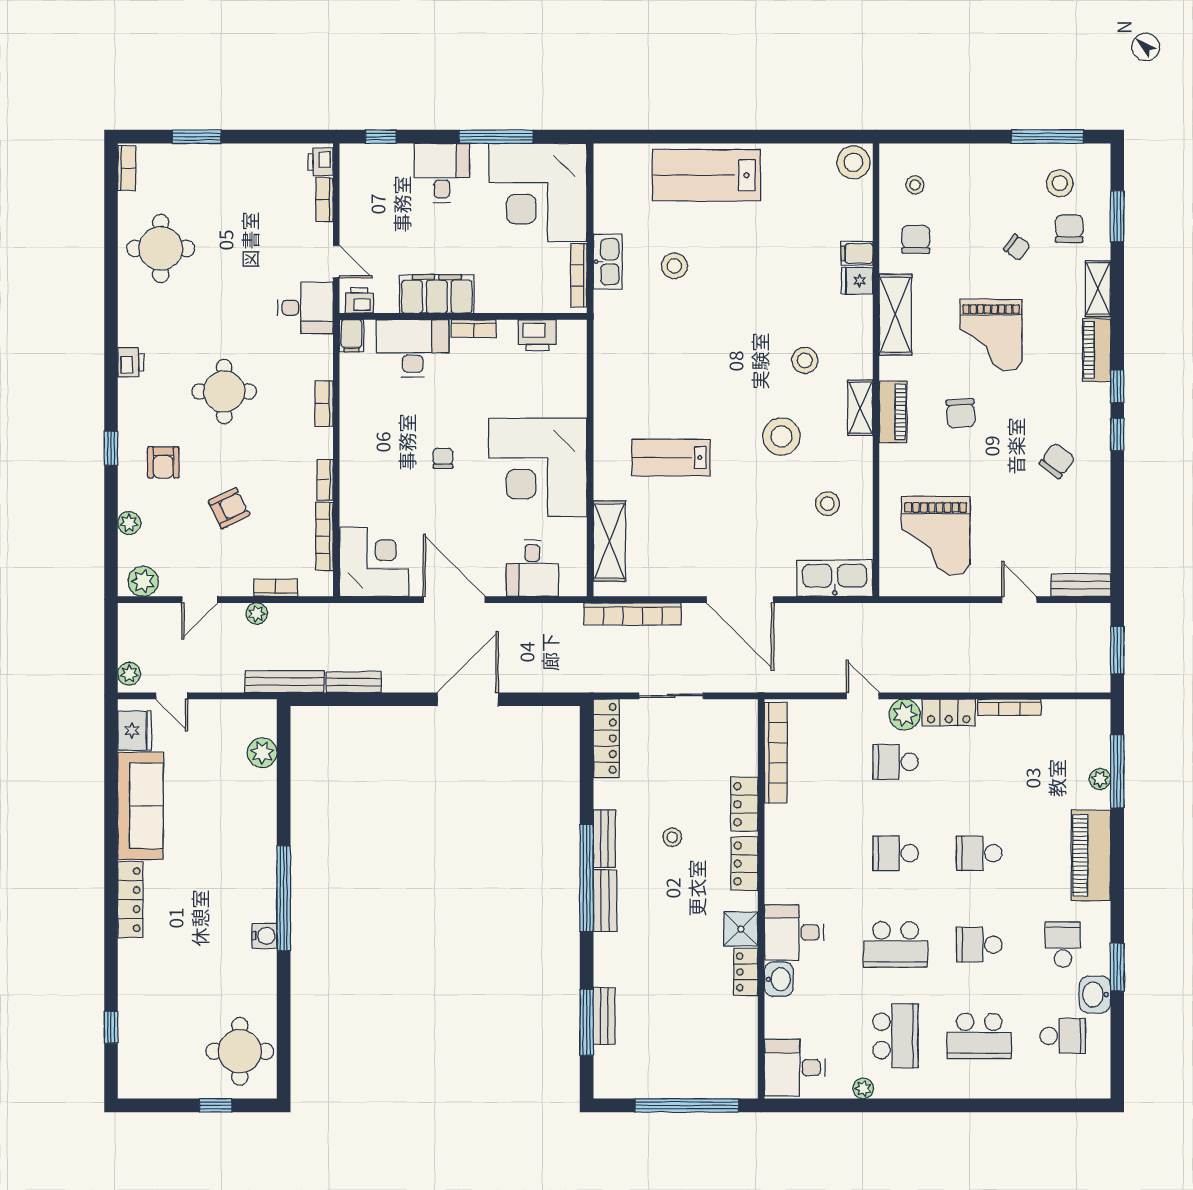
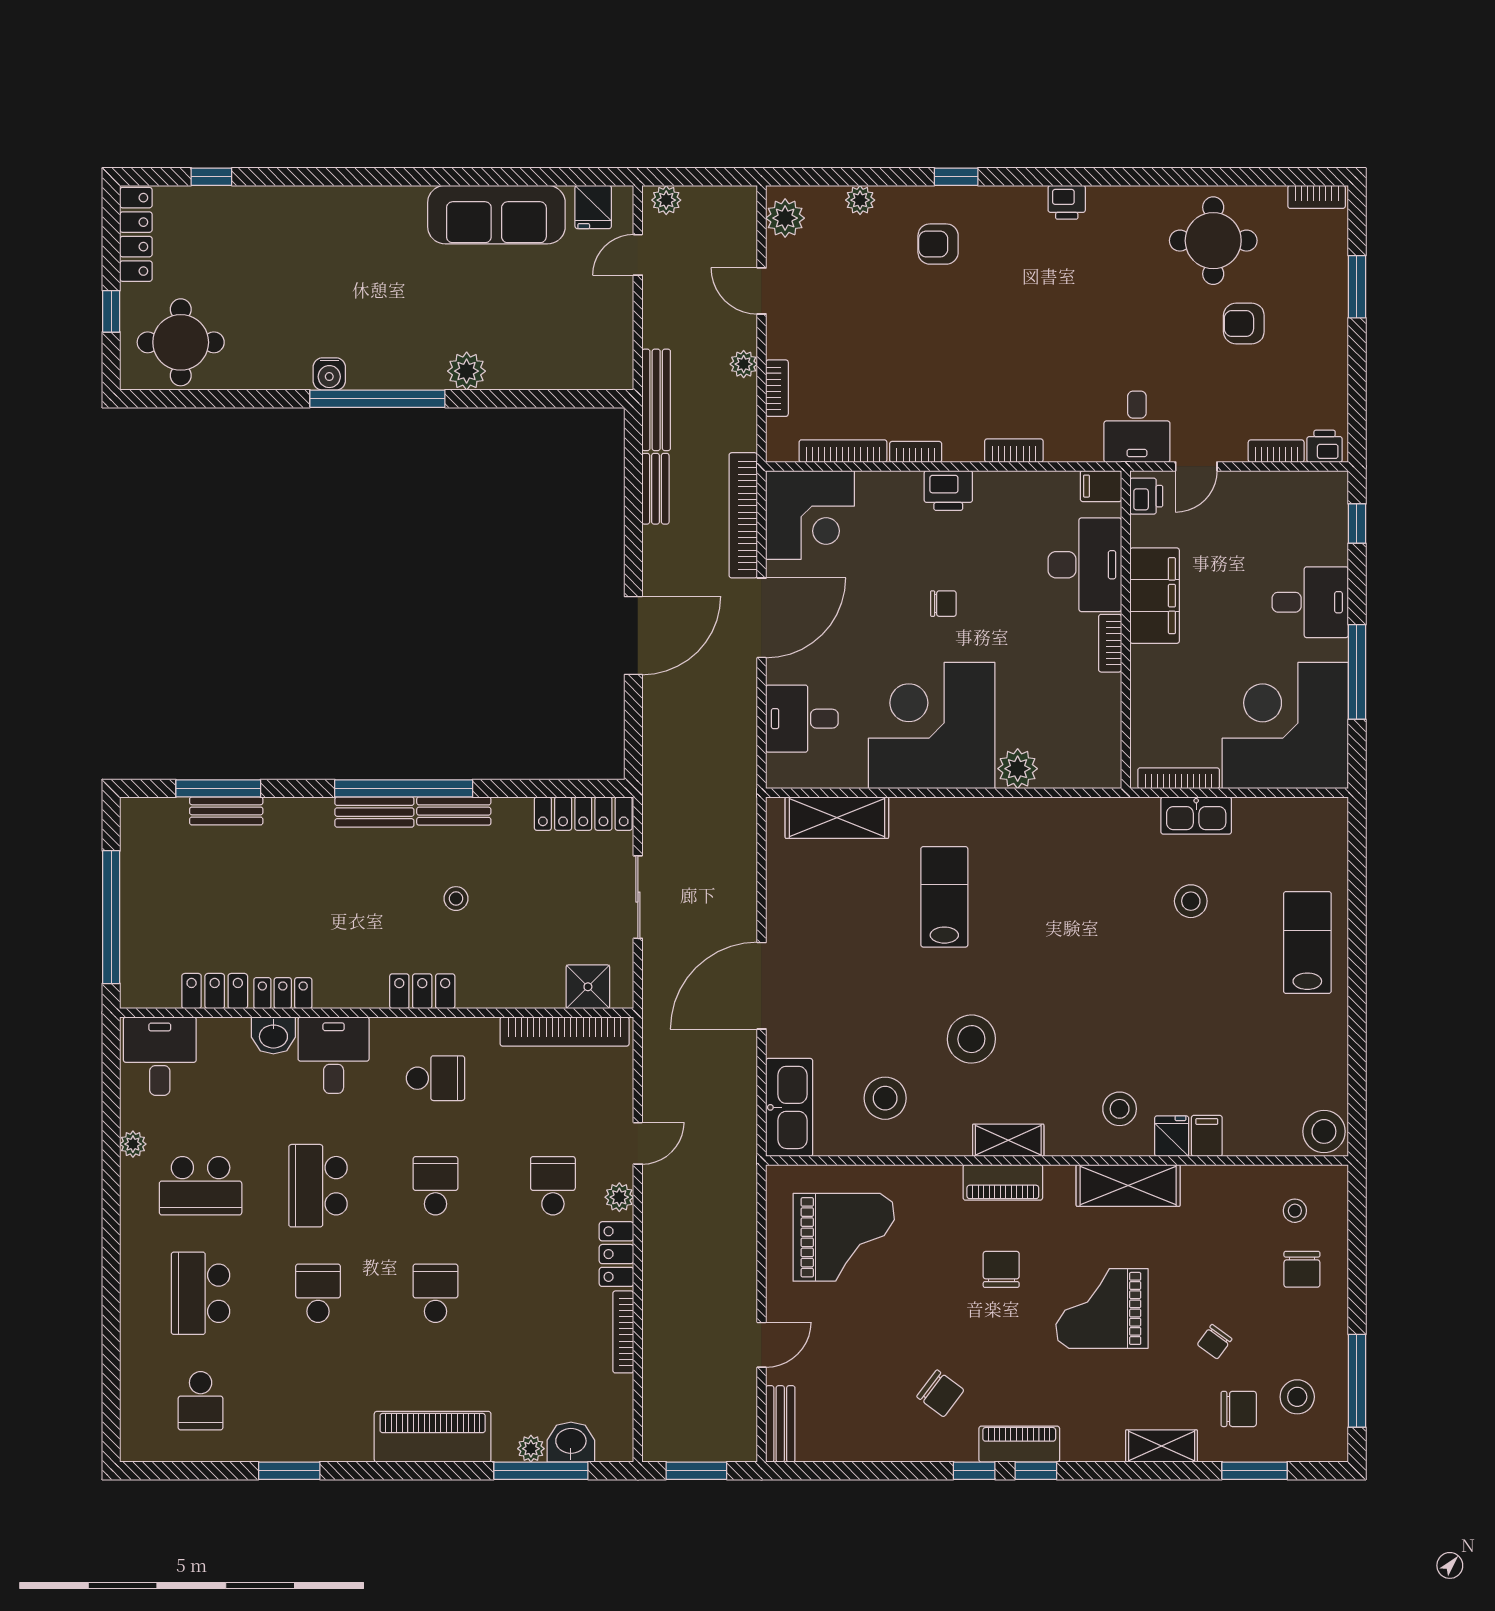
lab bench: (706, 175) -> (1307, 942), width x0.73, depth x0.72
chair: (916, 239) -> (1302, 1269), moved, turned 90
printer: (537, 335) -> (948, 490), moved, turned -90
piano: (1097, 350) -> (1019, 1444), moved
stool: (805, 360) -> (1120, 1109), moved
round table: (224, 391) -> (1029, 322), removed
plant: (571, 401) -> (1018, 769), added
chair: (961, 413) -> (1001, 1269), turned 93
stool: (828, 504) -> (885, 1098), width x1.38, depth x1.38
armchair: (229, 508) -> (1244, 324), moved, turned 116
grand piano: (936, 536) -> (844, 1237), turned 180
bookcase: (633, 614) -> (743, 515), moved
door: (468, 699) -> (633, 635), hinge flipped
plant: (905, 715) -> (619, 1197), width x0.73, depth x0.73
fridge: (135, 731) -> (593, 207), width x0.72
plant: (262, 753) -> (467, 371), moved
locker: (744, 804) -> (215, 991), moved
locker: (130, 900) -> (136, 234), moved, turned -90
shower: (741, 929) -> (588, 987), moved
school desk: (1063, 945) -> (435, 1078), moved
washbasin: (1095, 995) -> (571, 1442), moved

